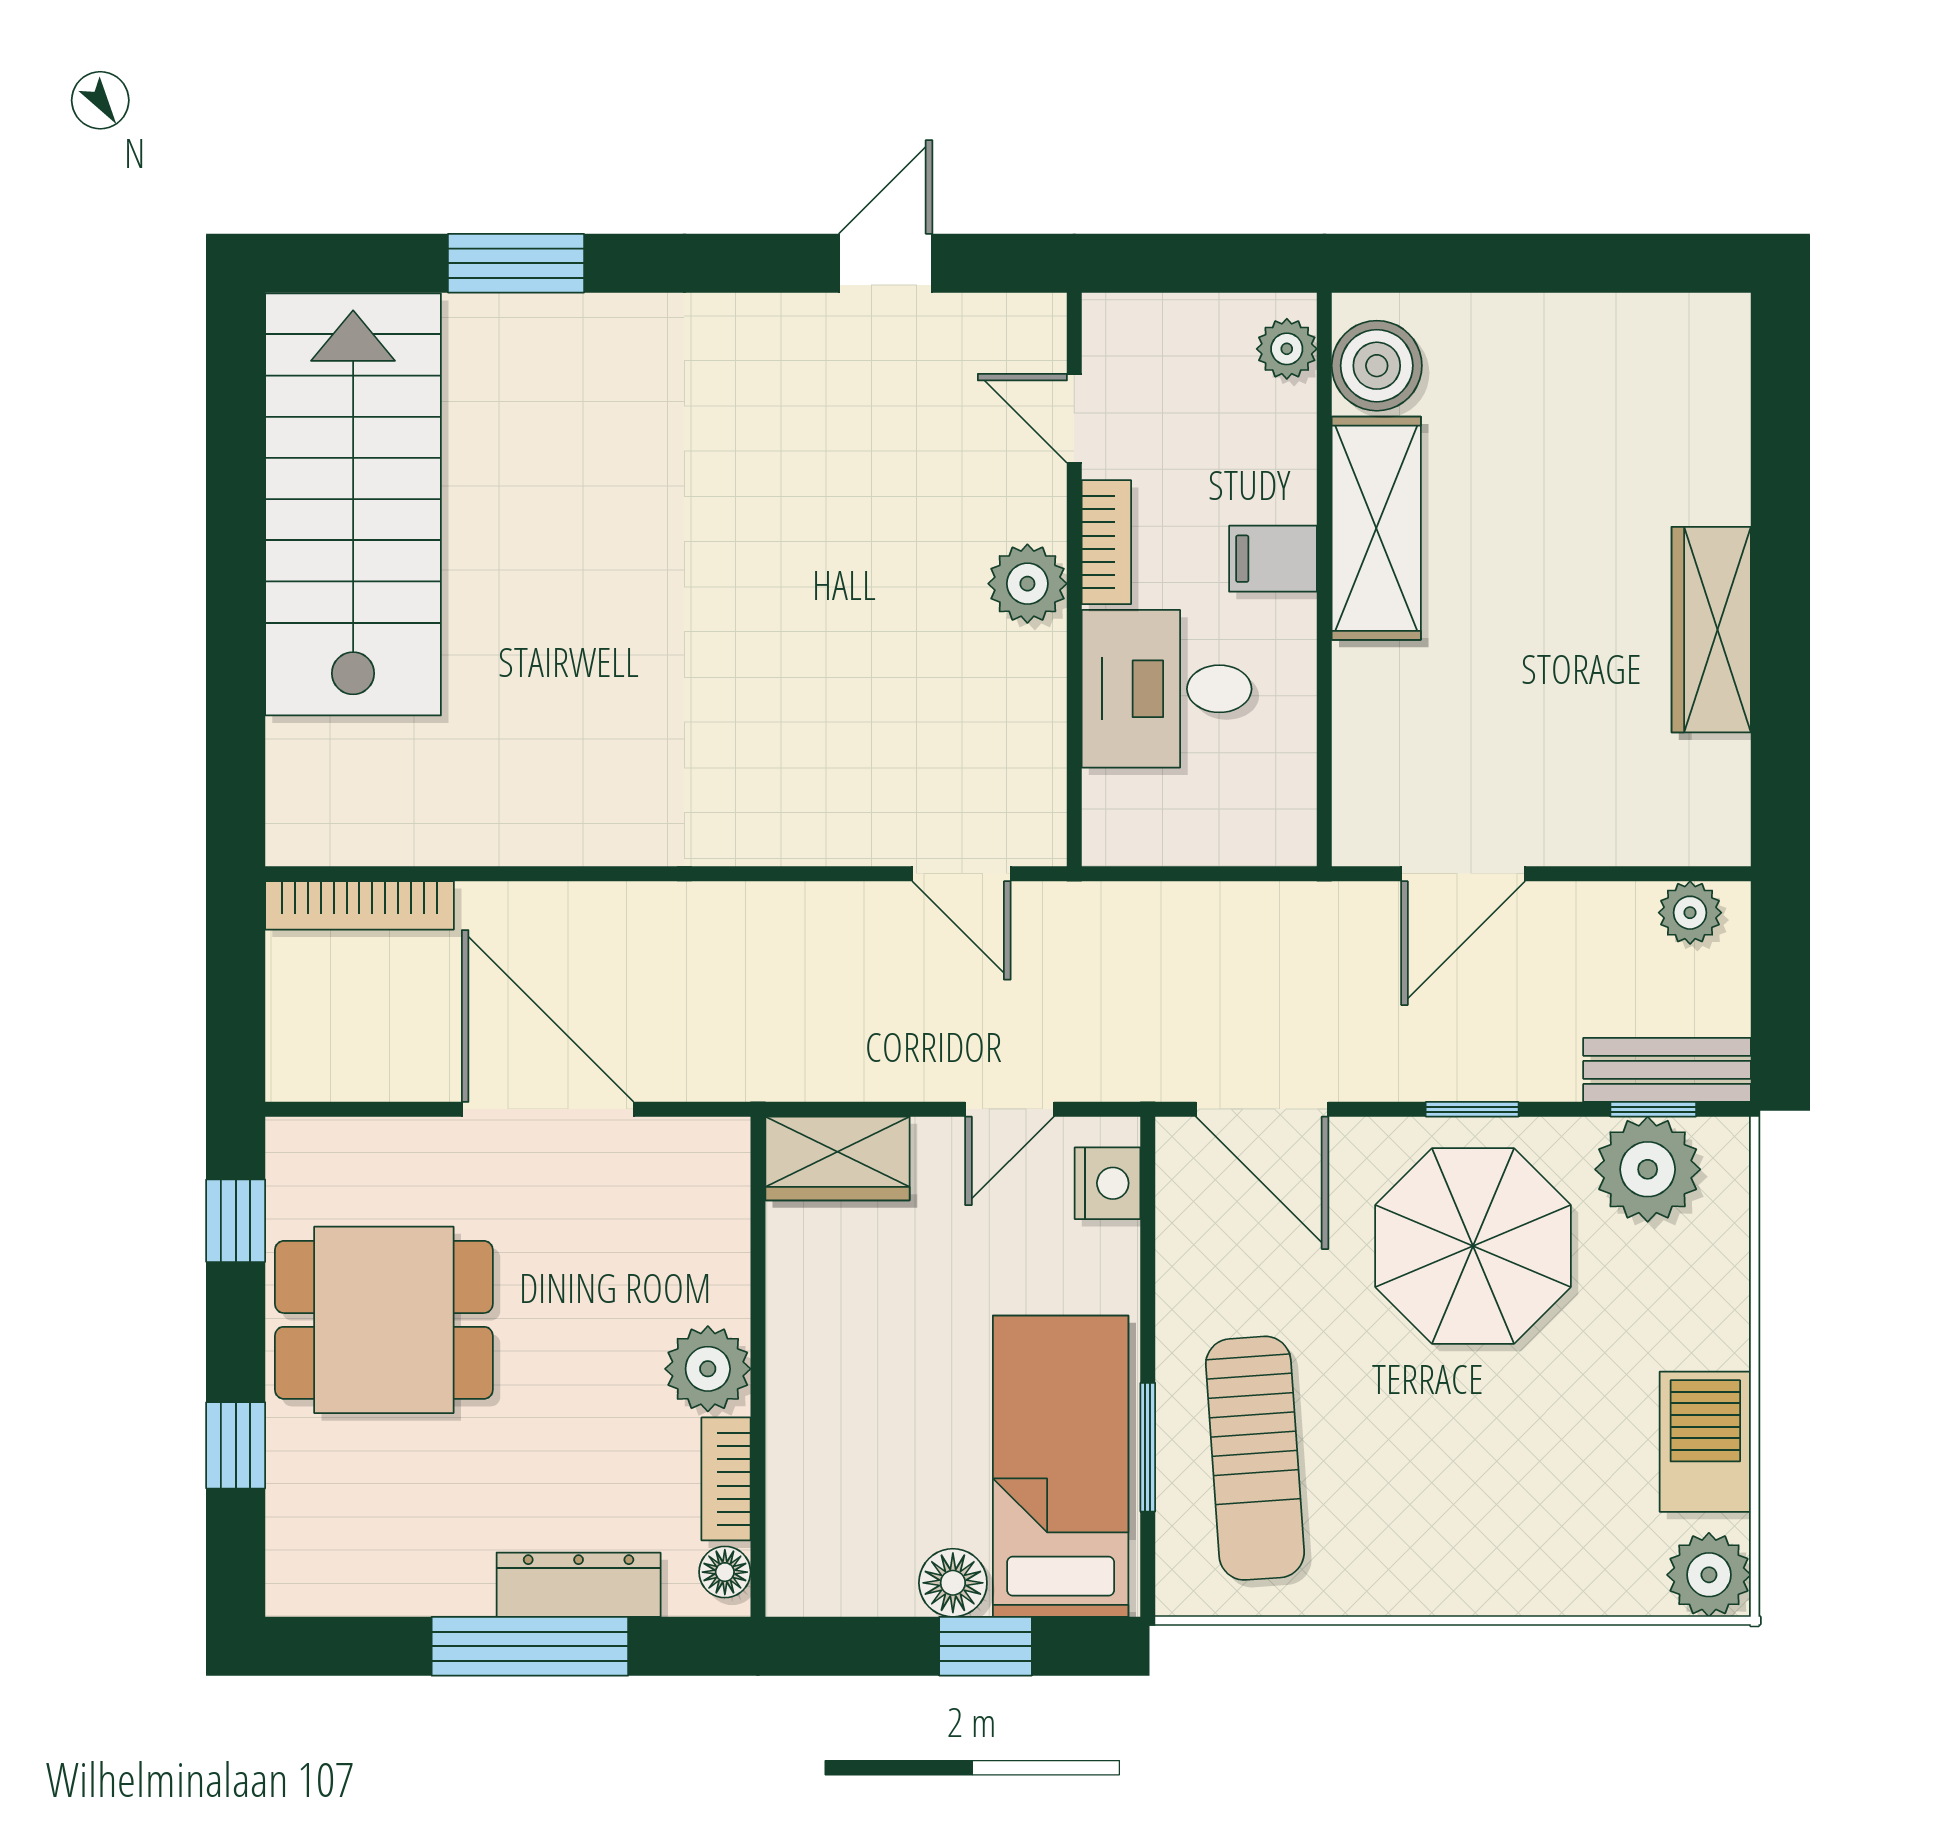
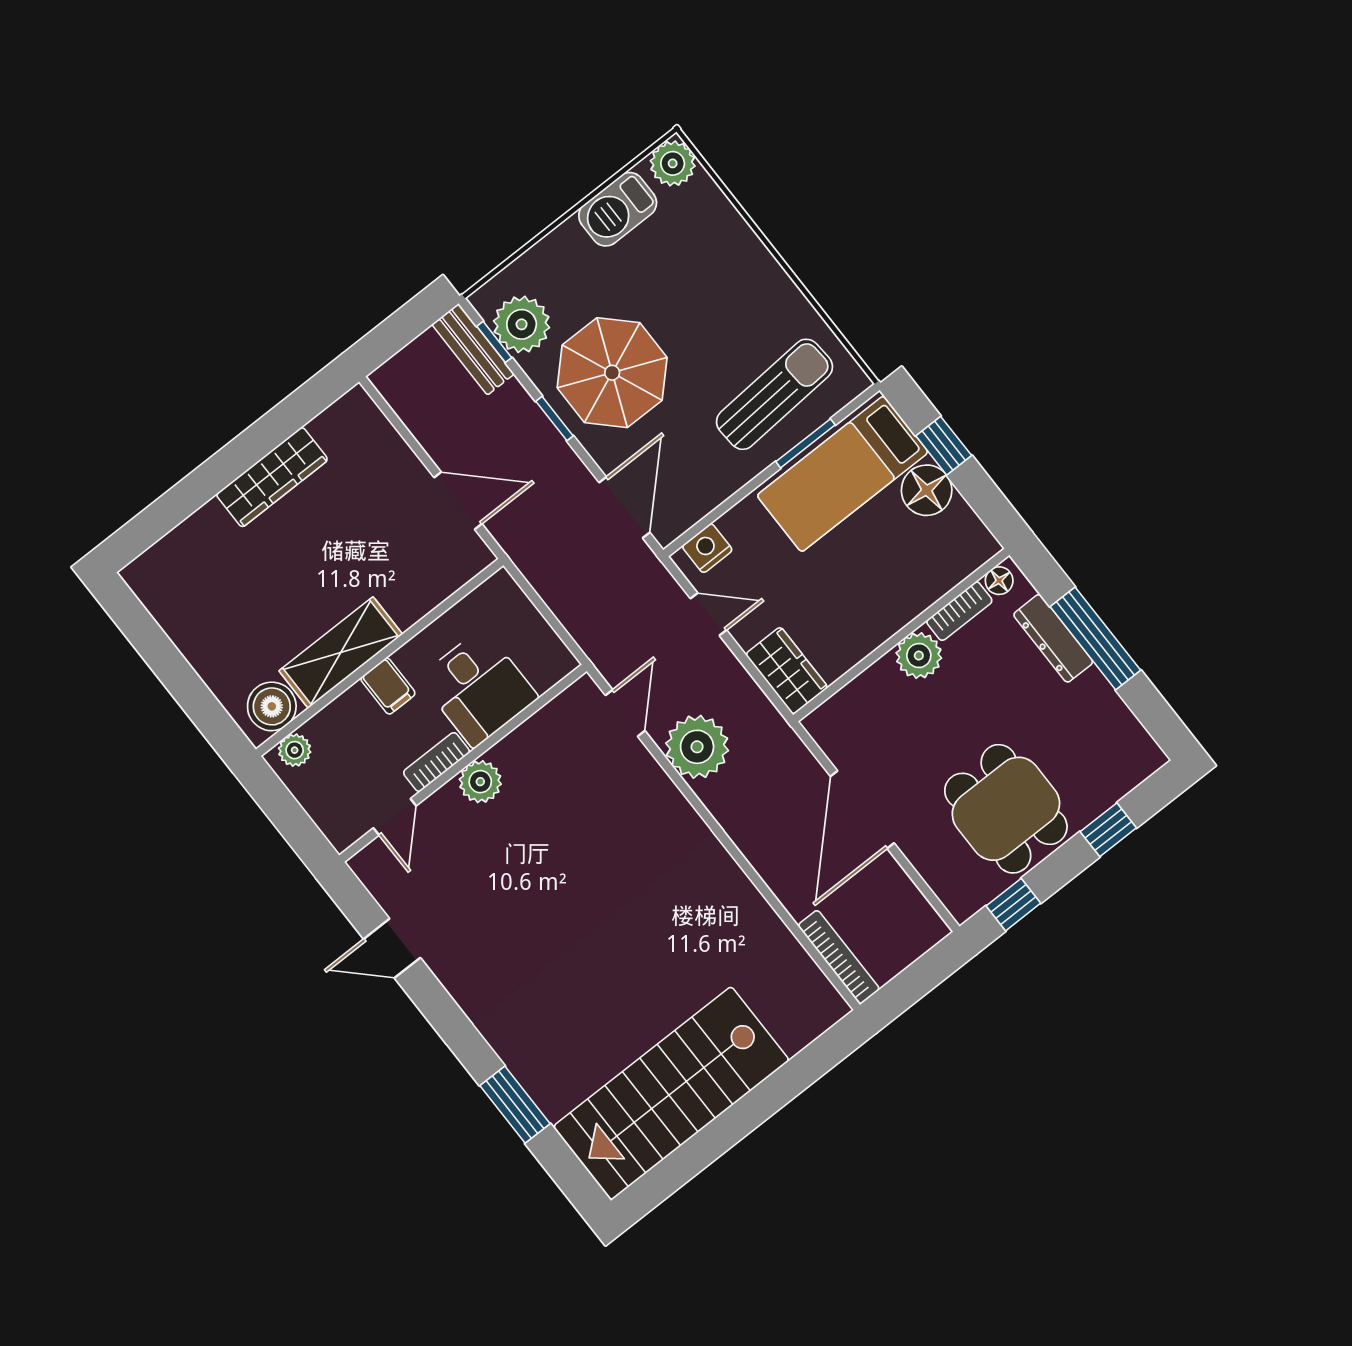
plant: (1690, 913) -> (697, 747), moved, width x1.88, depth x1.88
floor lamp: (953, 1583) -> (927, 490), width x1.38, depth x1.38

